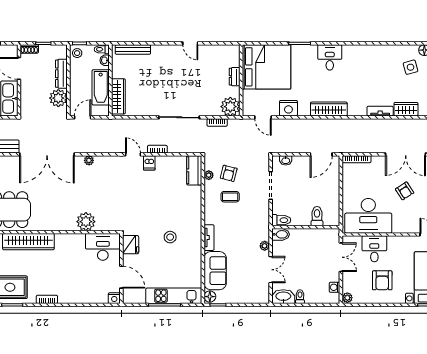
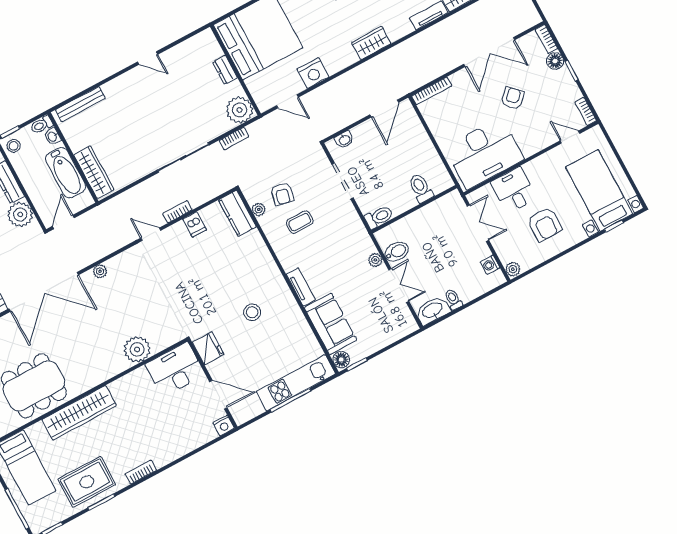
wardrobe: (329, 109) -> (371, 43), width x0.67
dishwasher: (149, 163) -> (195, 224), moved
armchair: (405, 191) -> (513, 98), turned -102
bidet: (281, 234) -> (397, 252), moved

